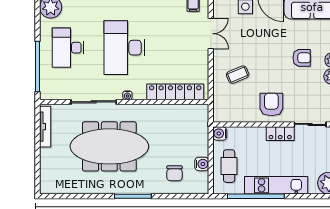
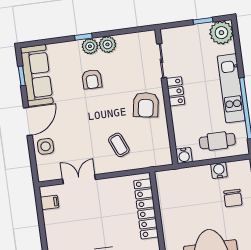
armchair: (302, 58) -> (92, 79), turned 180
armchair: (271, 104) -> (146, 105), turned -81
chair: (175, 173) -> (233, 198), turned 90

